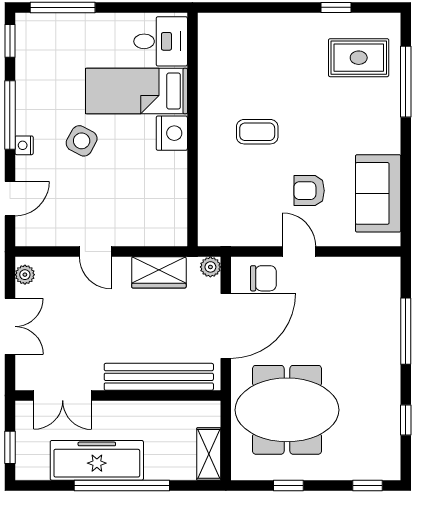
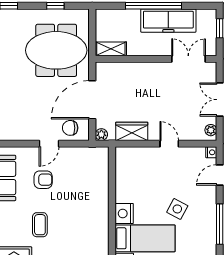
coffee table: (257, 132) -> (40, 225), moved, turned 90
nightstand: (24, 145) -> (211, 152), moved
door: (299, 252) -> (49, 144), hinge flipped
bench: (159, 377) -> (132, 70), removed
shelving: (209, 454) -> (111, 49), moved, turned 90

